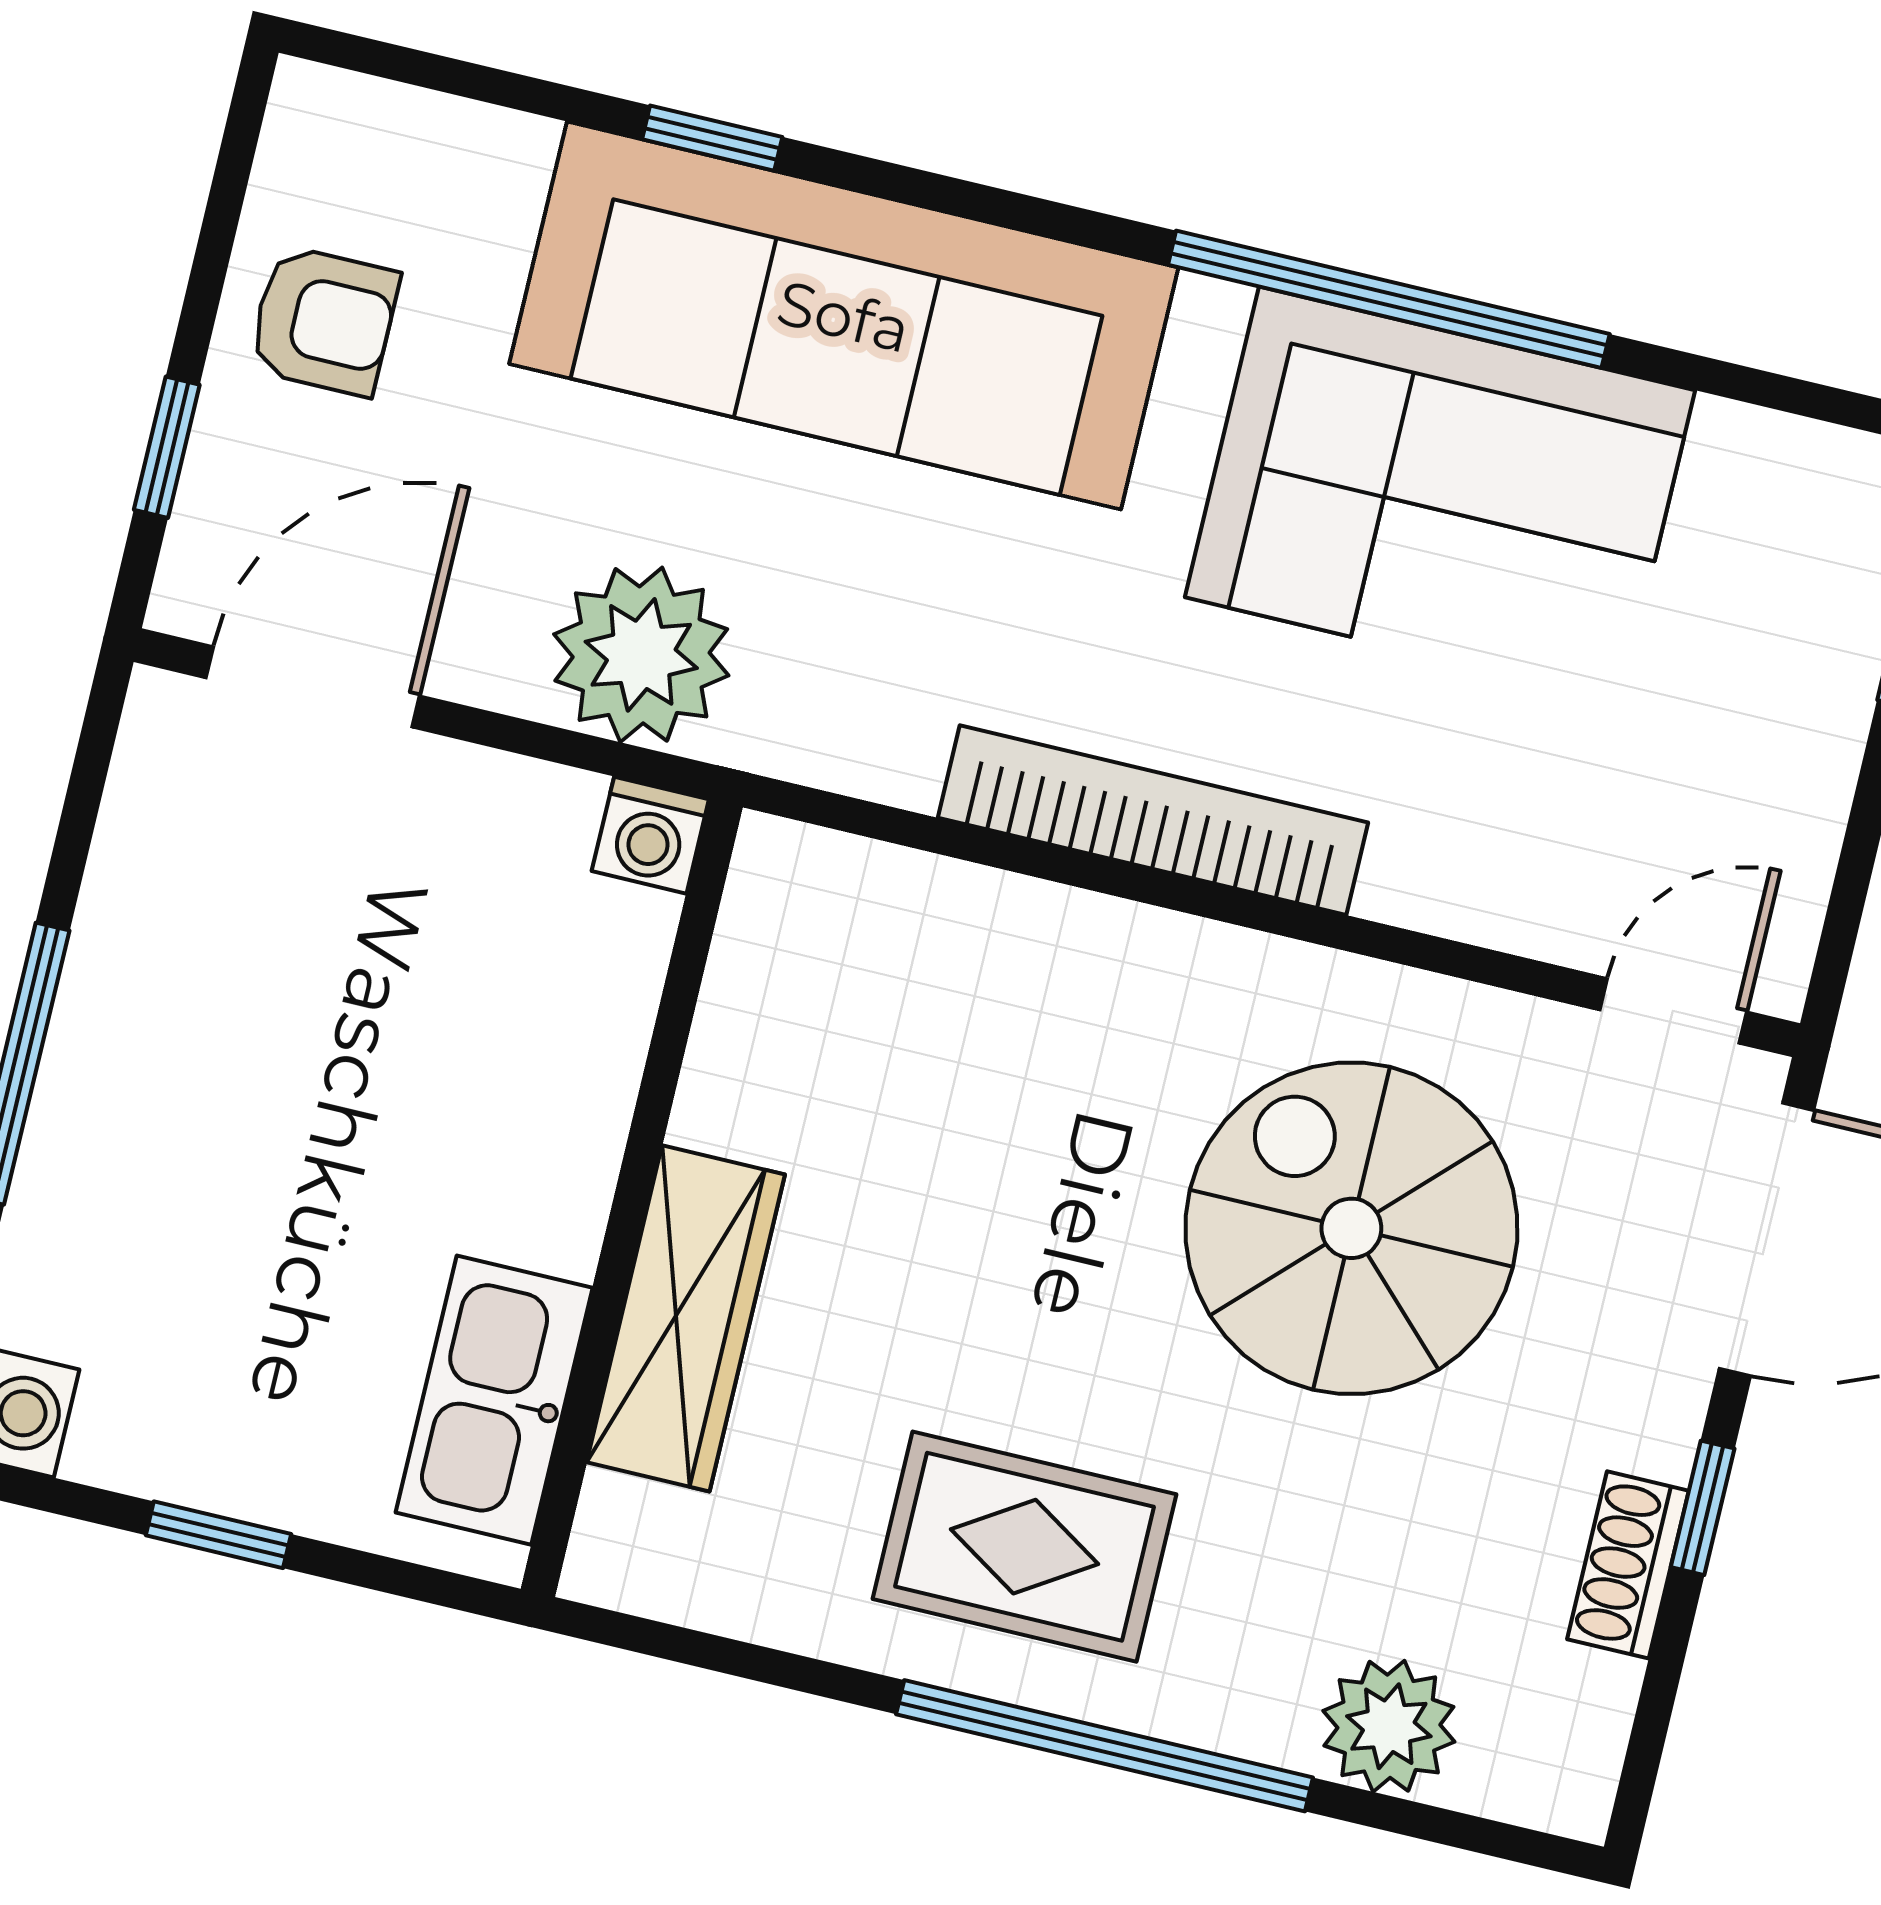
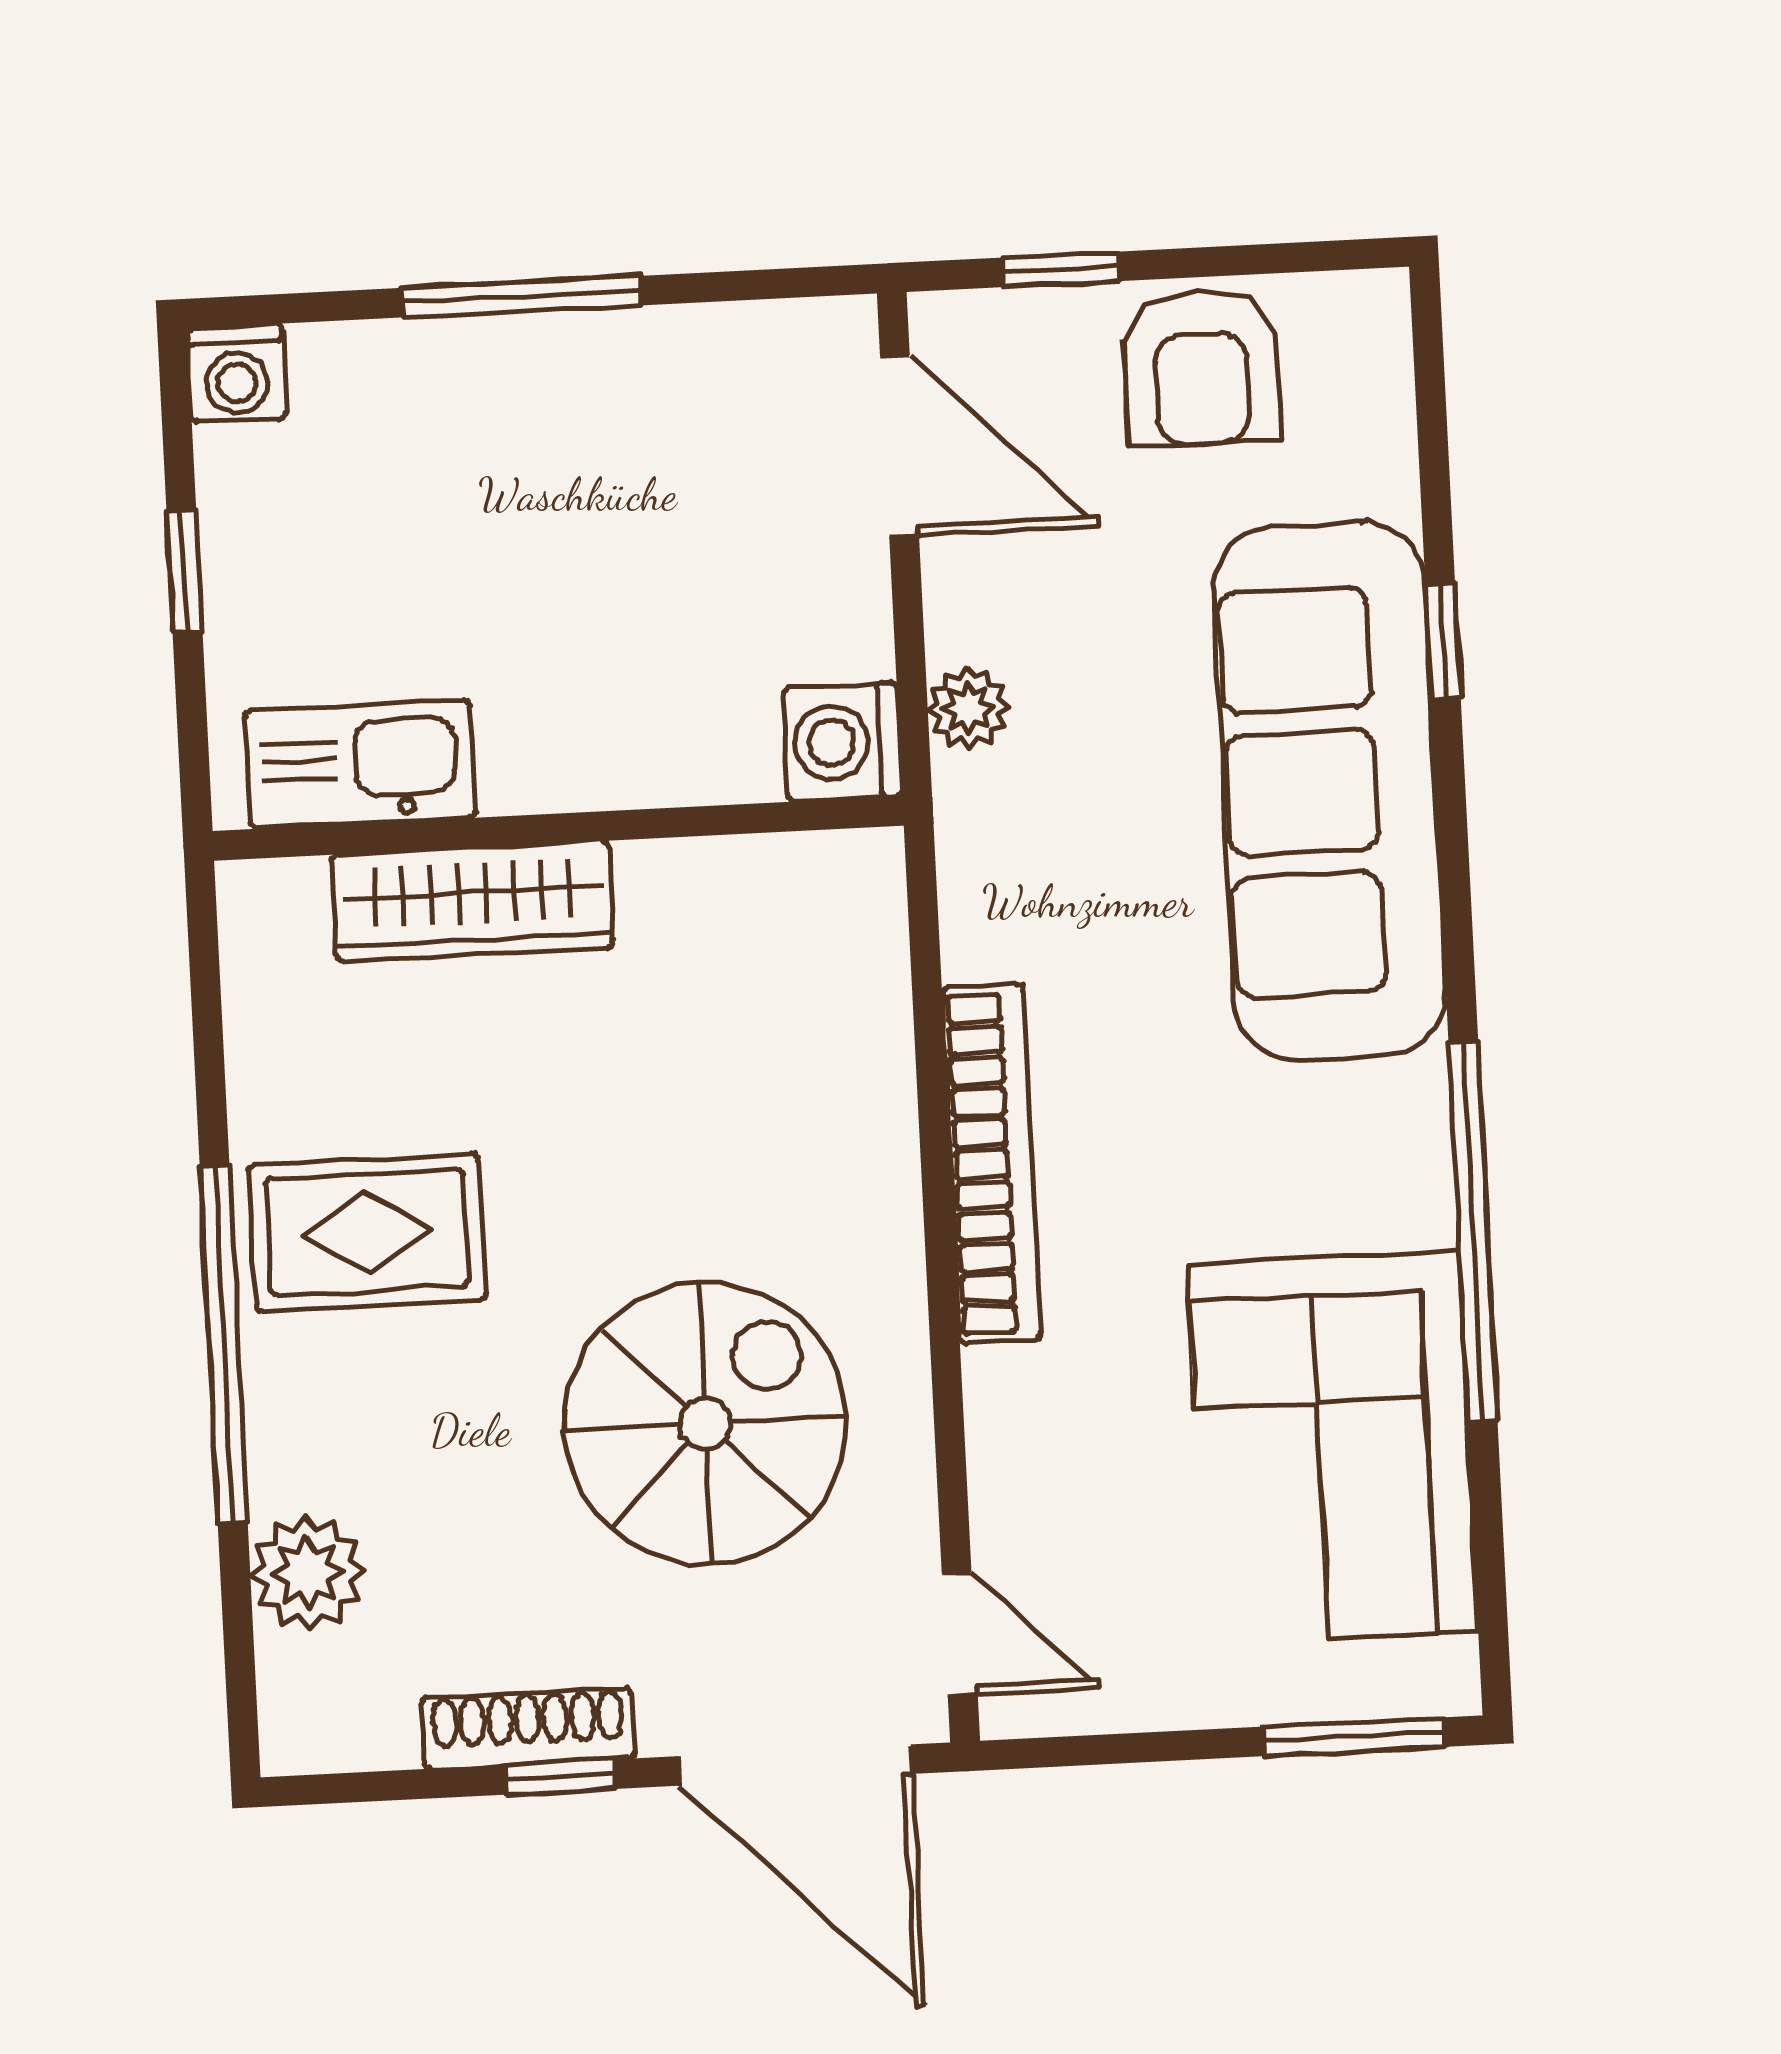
armchair: (324, 321) -> (1201, 367), width x1.38, depth x1.38
corner sofa: (1440, 494) -> (1333, 1448), moved
plant: (641, 655) -> (968, 708), width x0.53, depth x0.53
washing machine: (650, 835) -> (843, 742), width x1.38, depth x1.38
rug: (1024, 1547) -> (367, 1232), turned 90
shoe rack: (1628, 1565) -> (528, 1728), width x1.43

